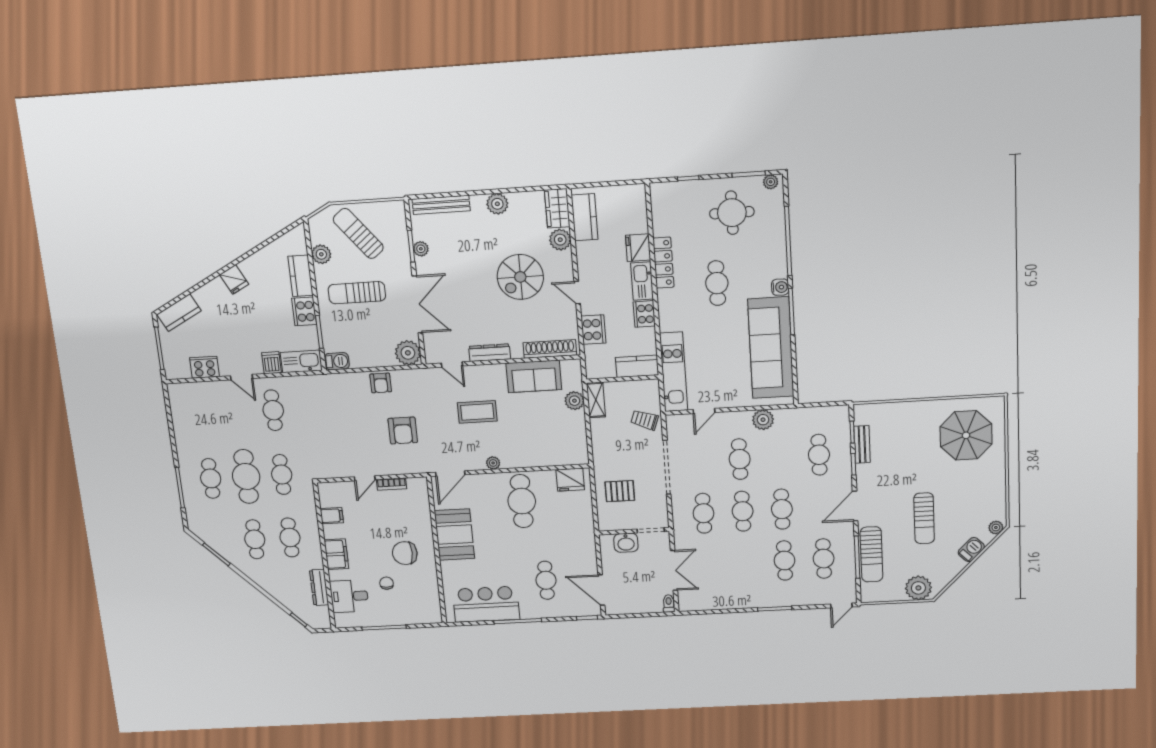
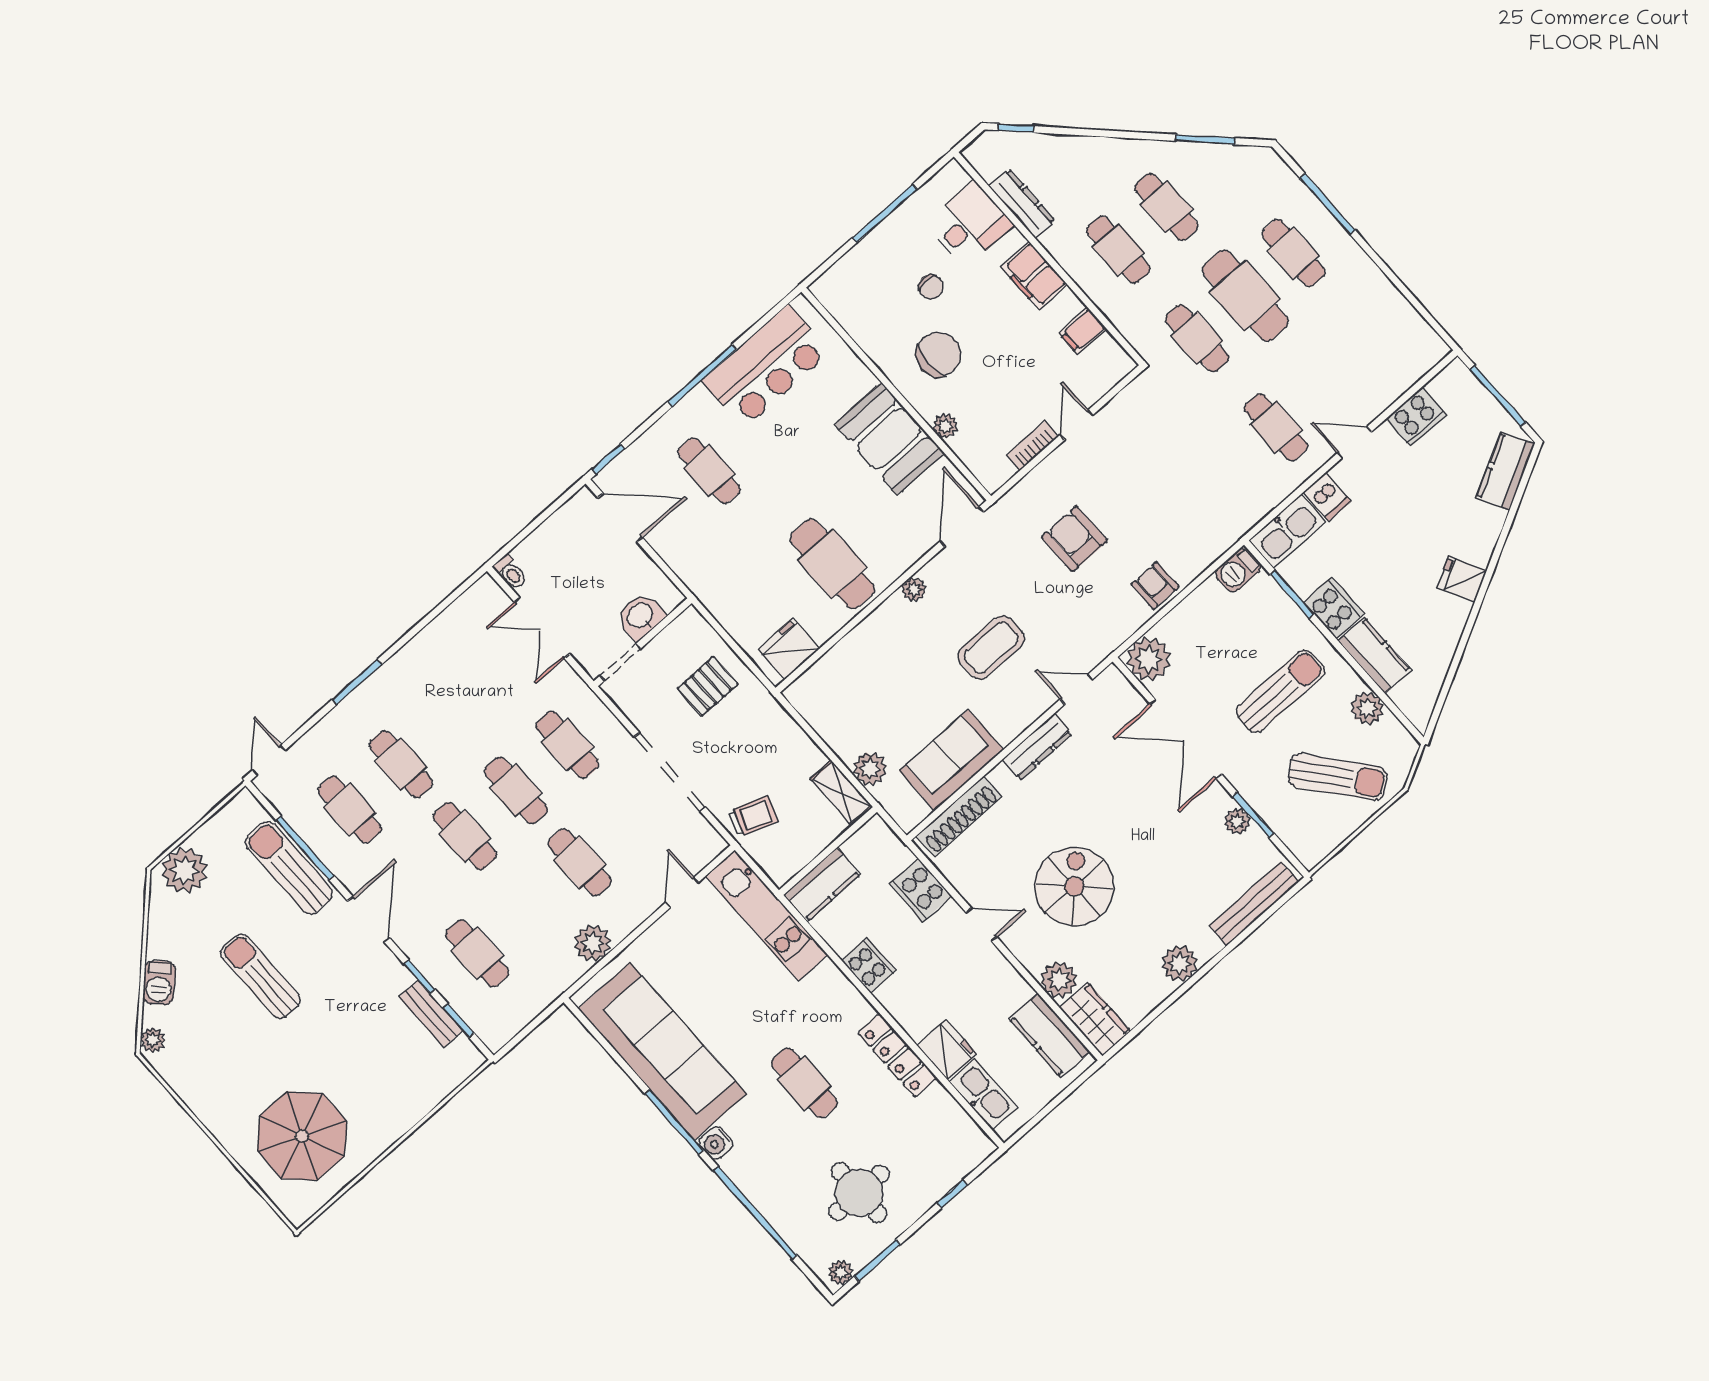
kitchen sink: (642, 281) -> (983, 1094), moved
plant: (425, 521) -> (945, 426), added

